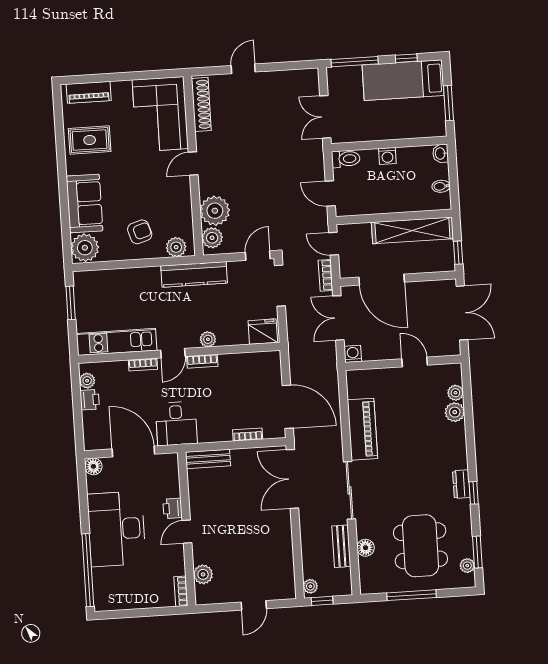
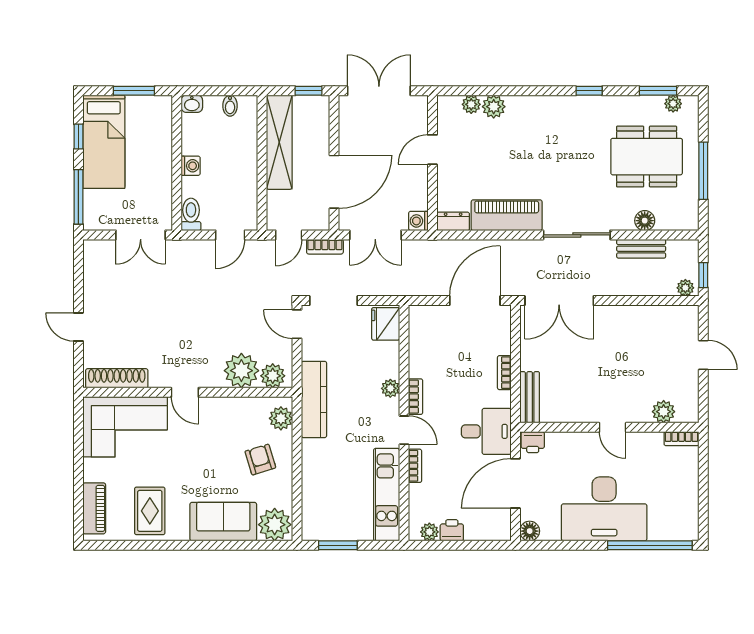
bookcase: (248, 435) -> (504, 373), moved
dresser: (461, 484) -> (453, 221), moved, turned 180
printer: (173, 508) -> (533, 442), moved

